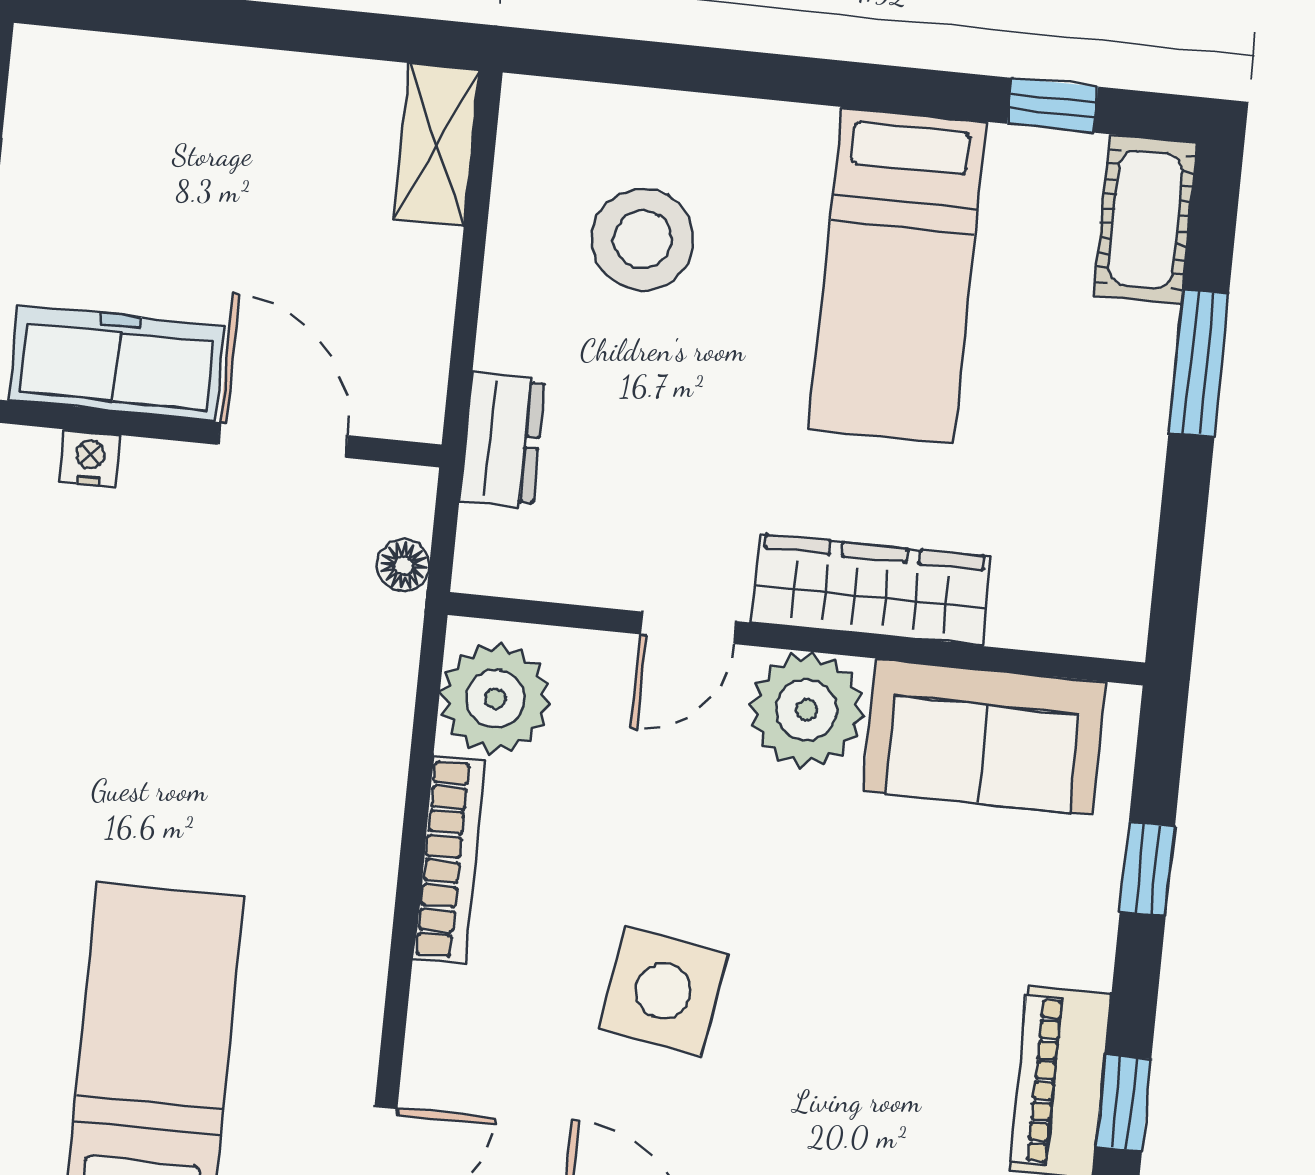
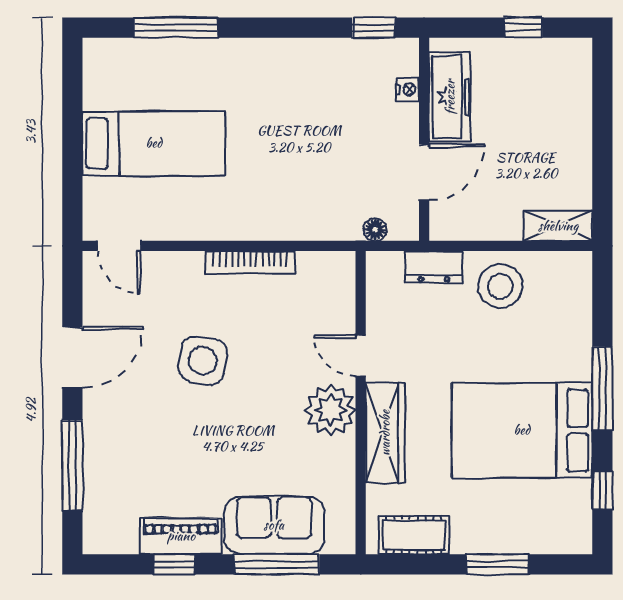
window: (821, 82) -> (602, 389), added
cot: (1146, 220) -> (414, 535), moved
stool: (643, 240) -> (500, 286), moved
bed: (898, 275) -> (522, 430), width x1.50
plant: (495, 699) -> (322, 275), removed
sofa: (984, 737) -> (274, 525), moved, turned 90
window: (1147, 869) -> (277, 564), width x2.17

